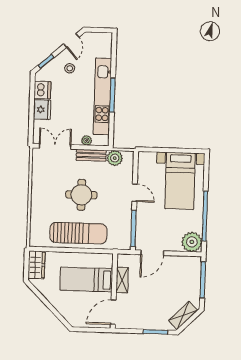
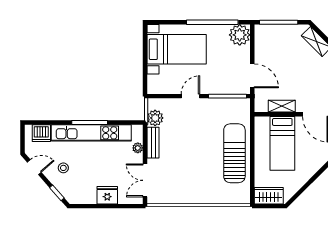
dishwasher: (42, 90) -> (41, 133), moved, turned 180
round table: (81, 195) -> (194, 151), removed

